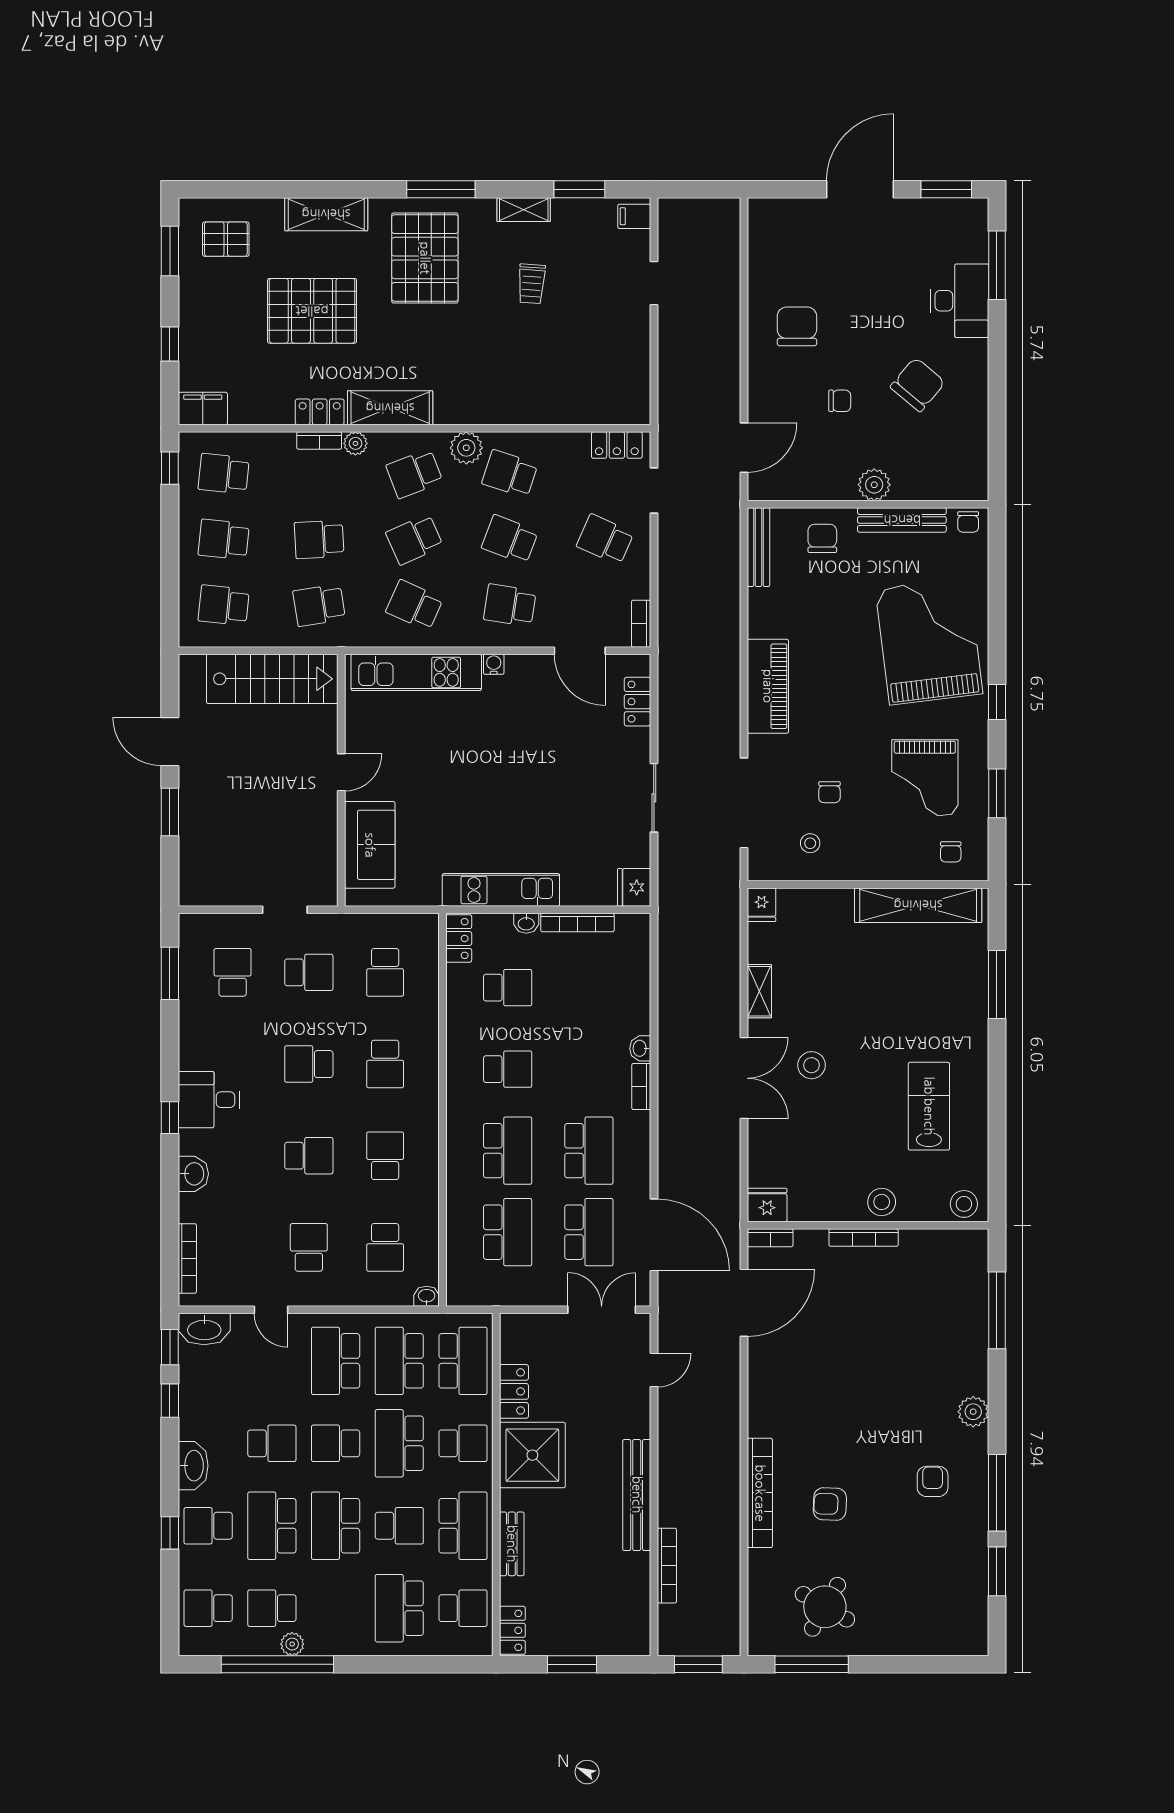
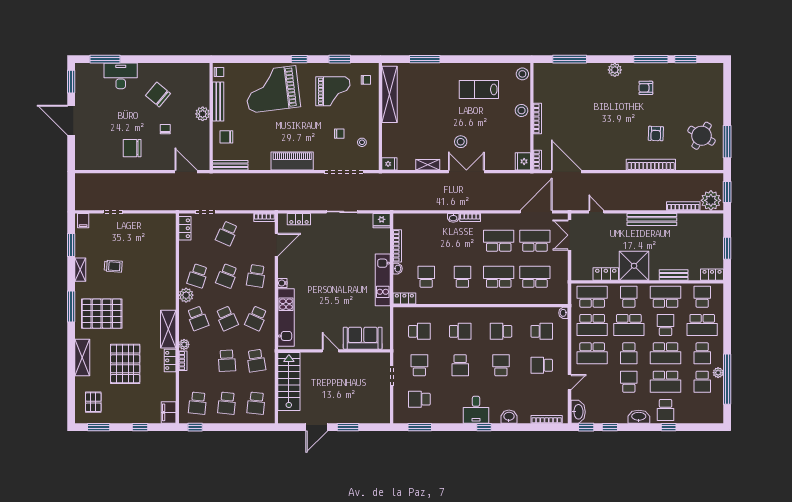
school desk: (208, 1608) -> (702, 353), moved
plant: (680, 1628) -> (711, 200), added

